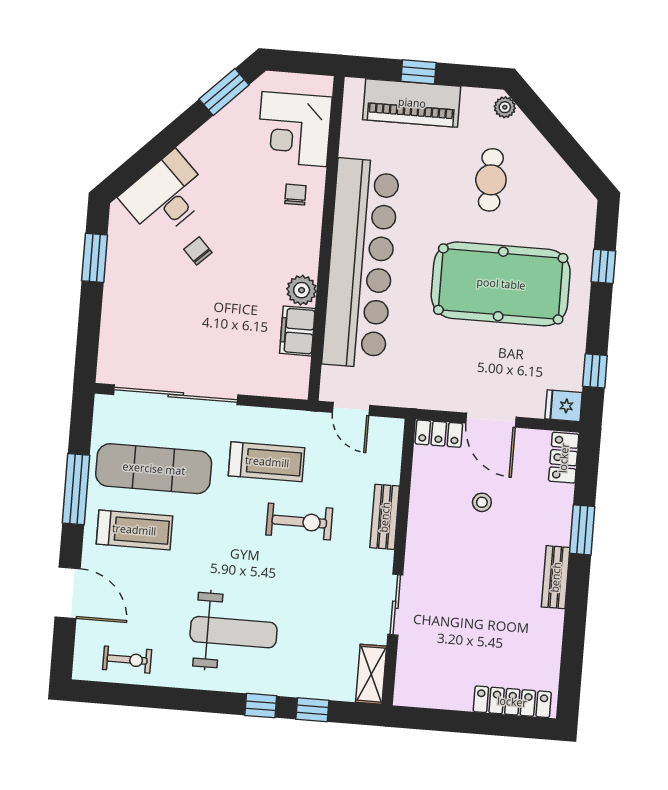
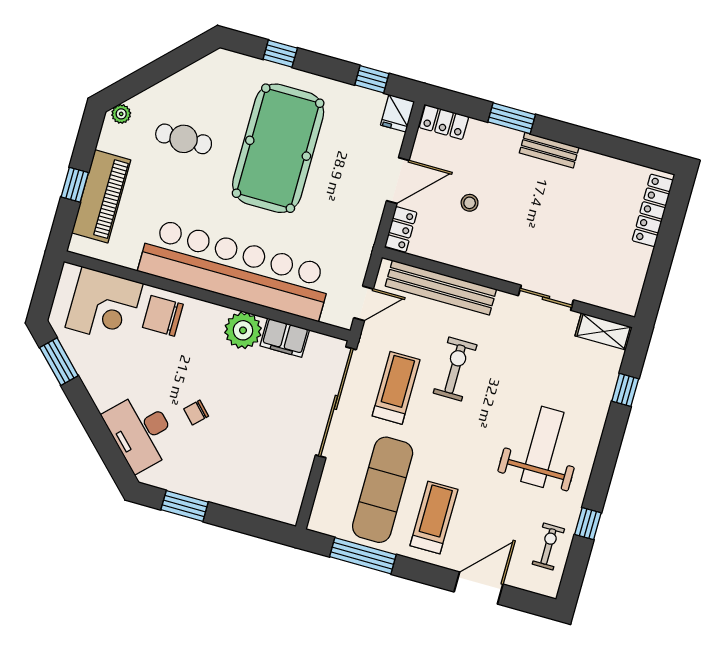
chair: (295, 195) -> (163, 316), width x1.87, depth x1.87
plant: (302, 290) -> (243, 330), width x1.36, depth x1.36
sliding door: (176, 395) -> (336, 402), moved
window: (76, 489) -> (363, 556), moved
bench: (385, 517) -> (441, 288), width x1.86, depth x1.21
window: (261, 706) -> (588, 524), moved

